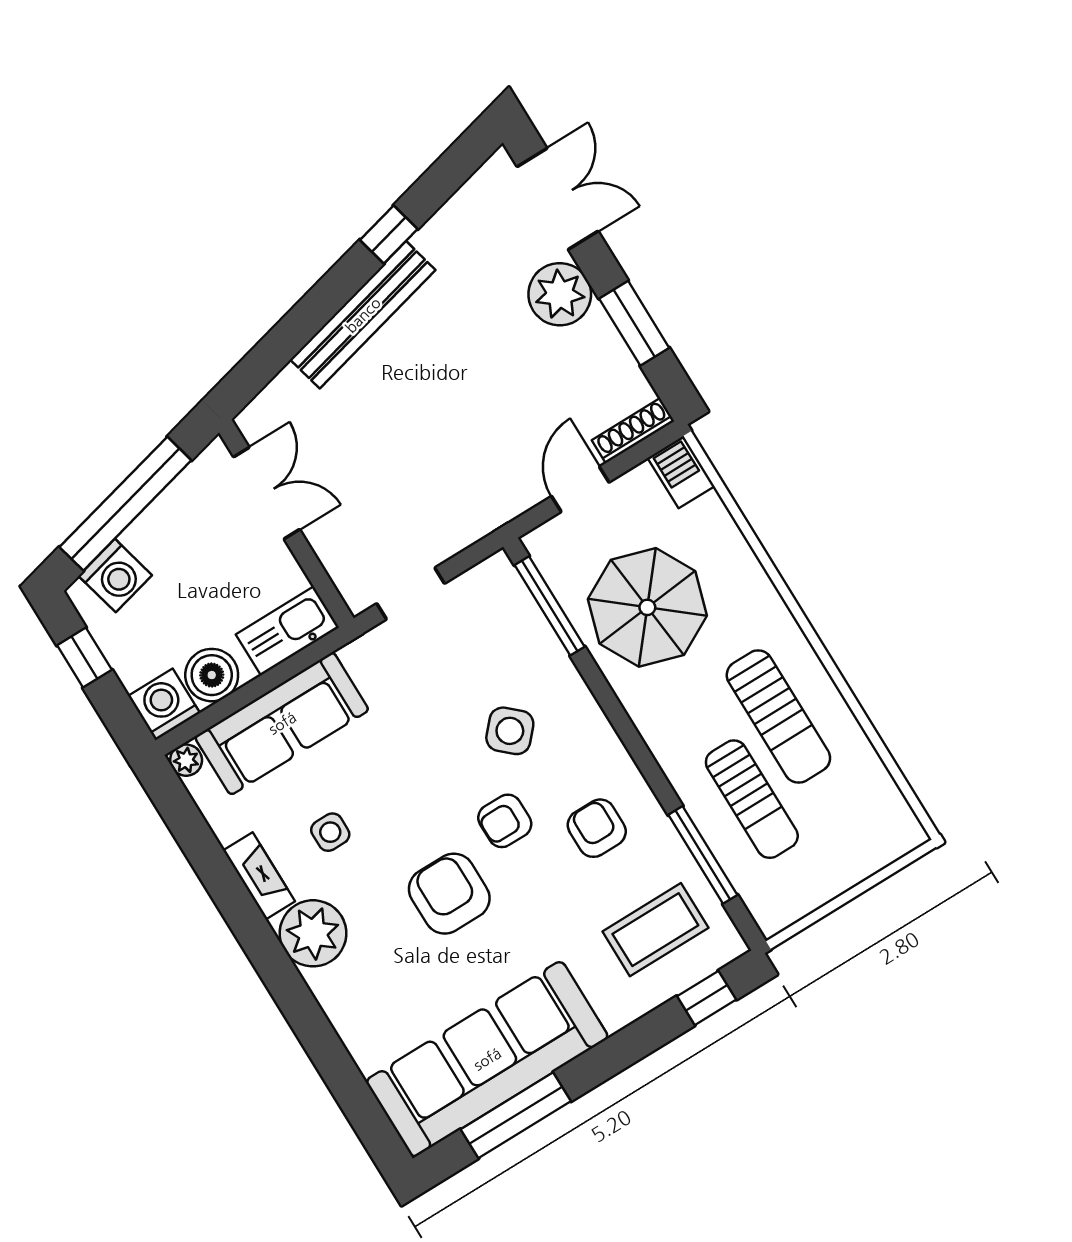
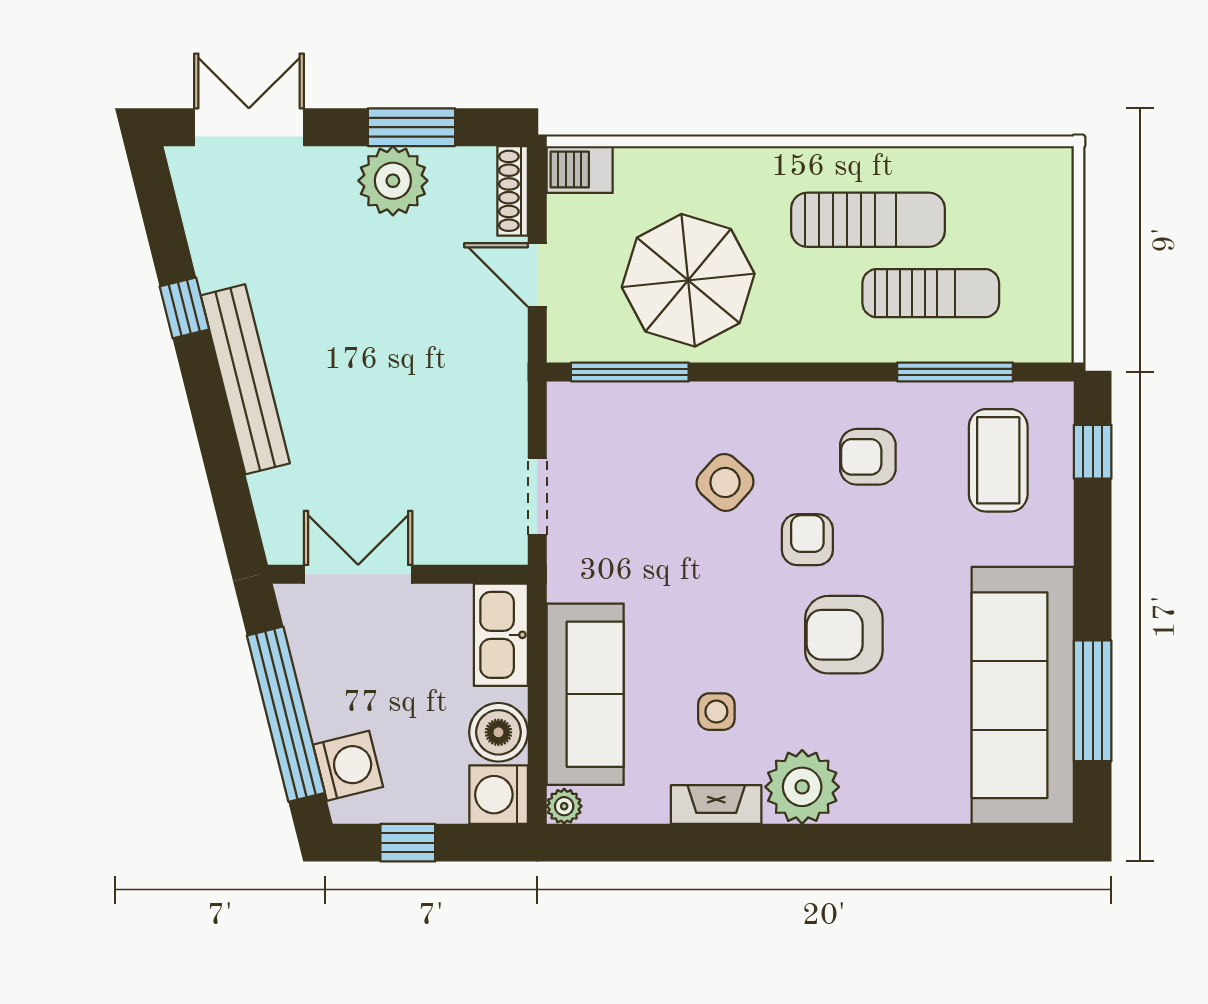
plant: (560, 294) -> (393, 181), moved
armchair: (505, 821) -> (807, 540), turned 180

